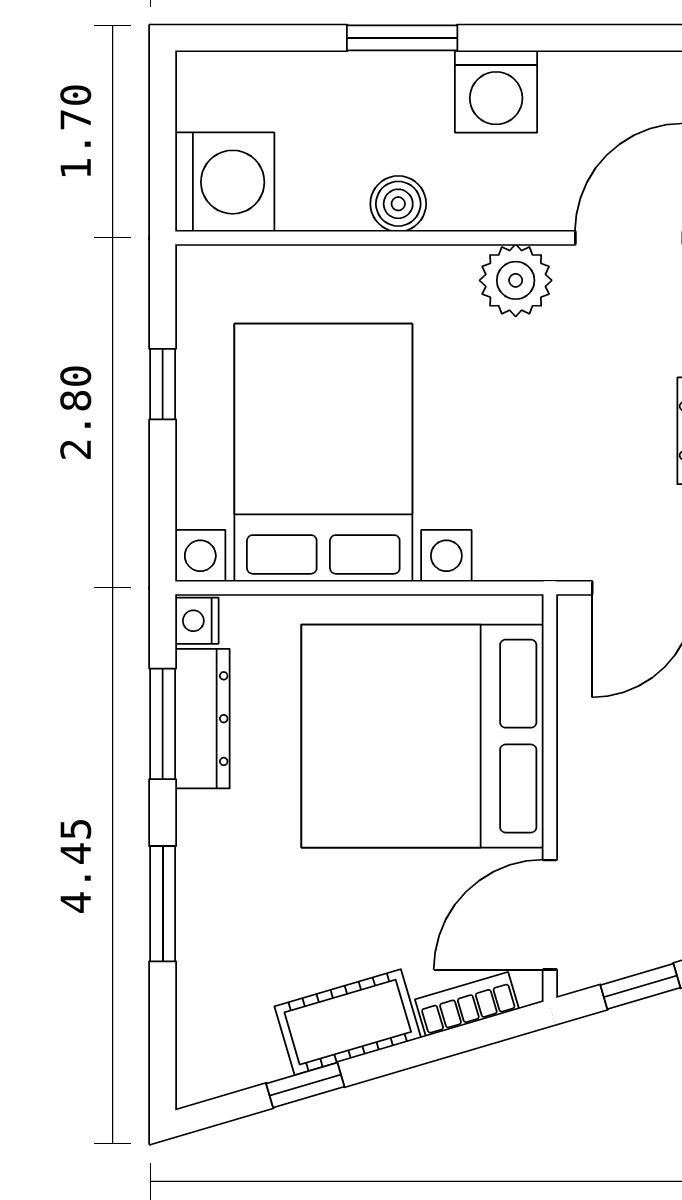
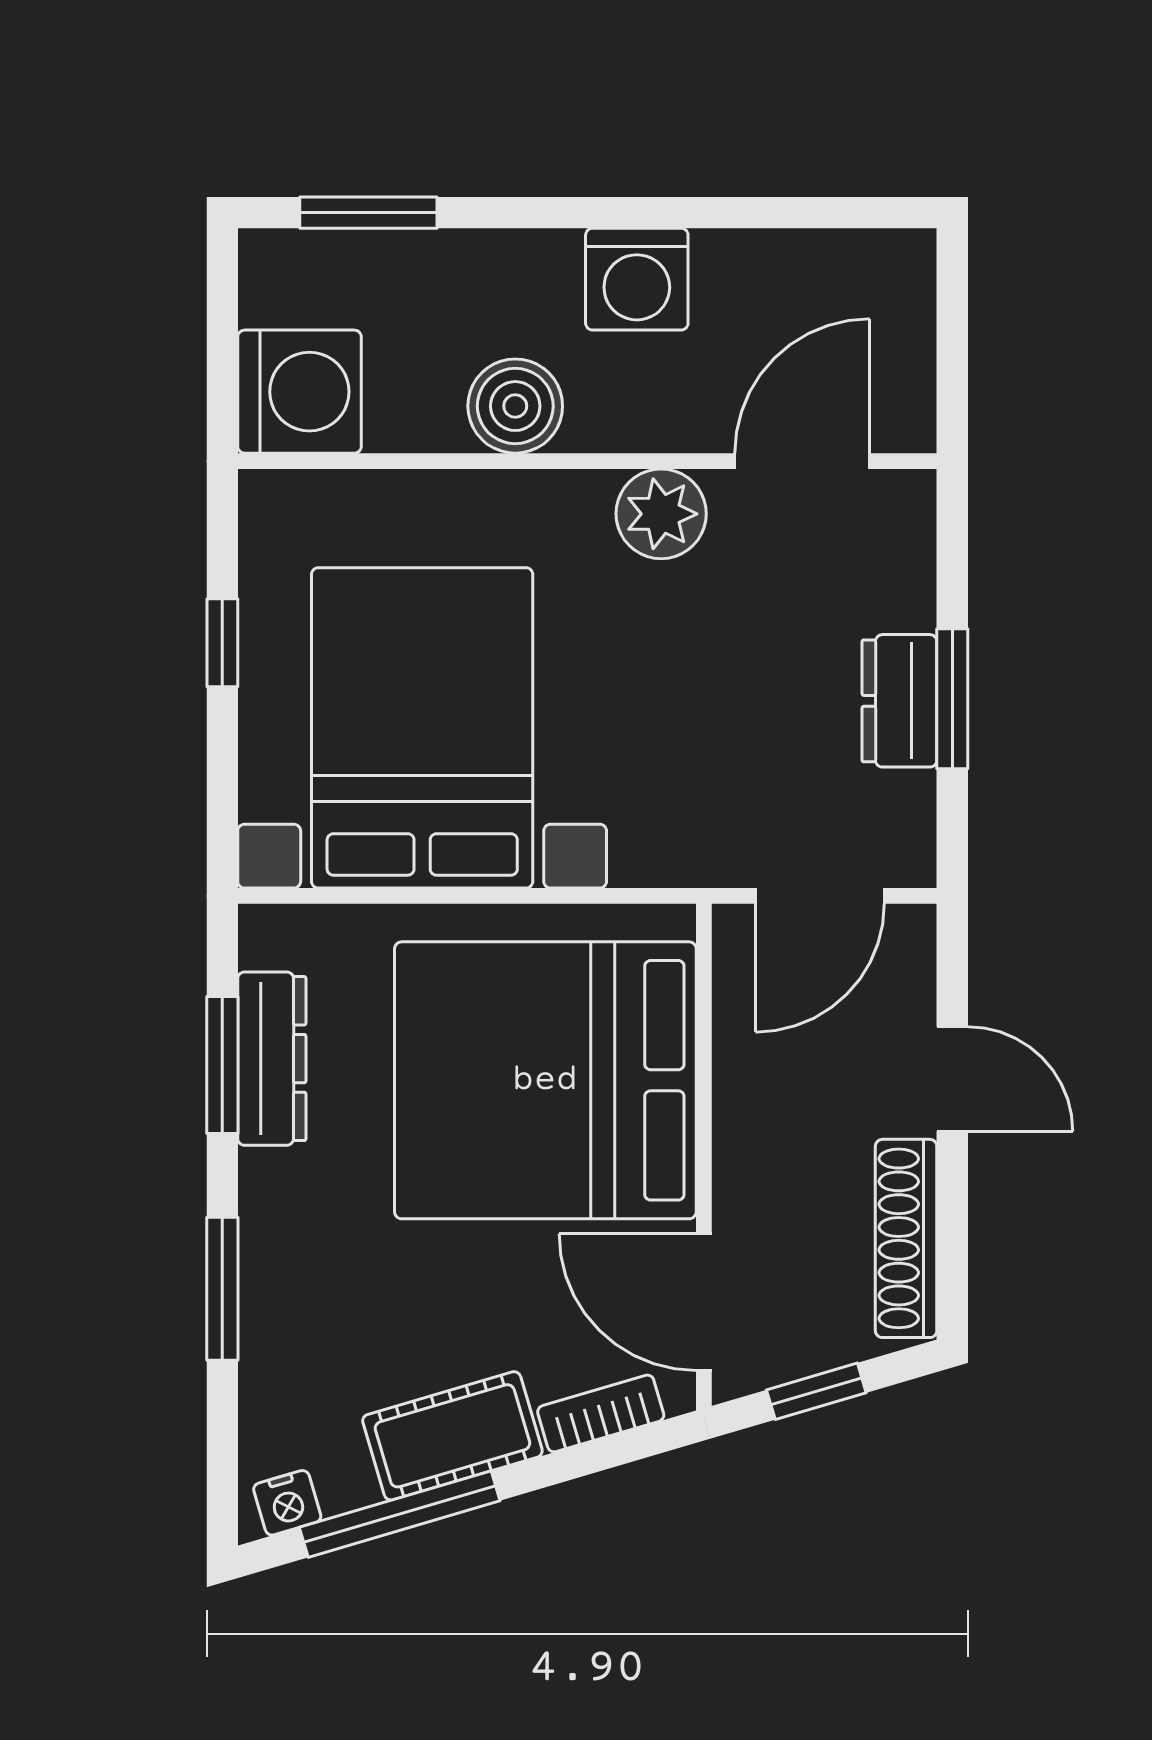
window: (402, 38) -> (368, 213), moved
boiler: (398, 204) -> (515, 406), width x1.36, depth x1.36
nightstand: (197, 621) -> (287, 1503), moved, turned -106
door: (550, 915) -> (704, 1302), hinge flipped
window: (305, 1085) -> (400, 1514), width x2.17

